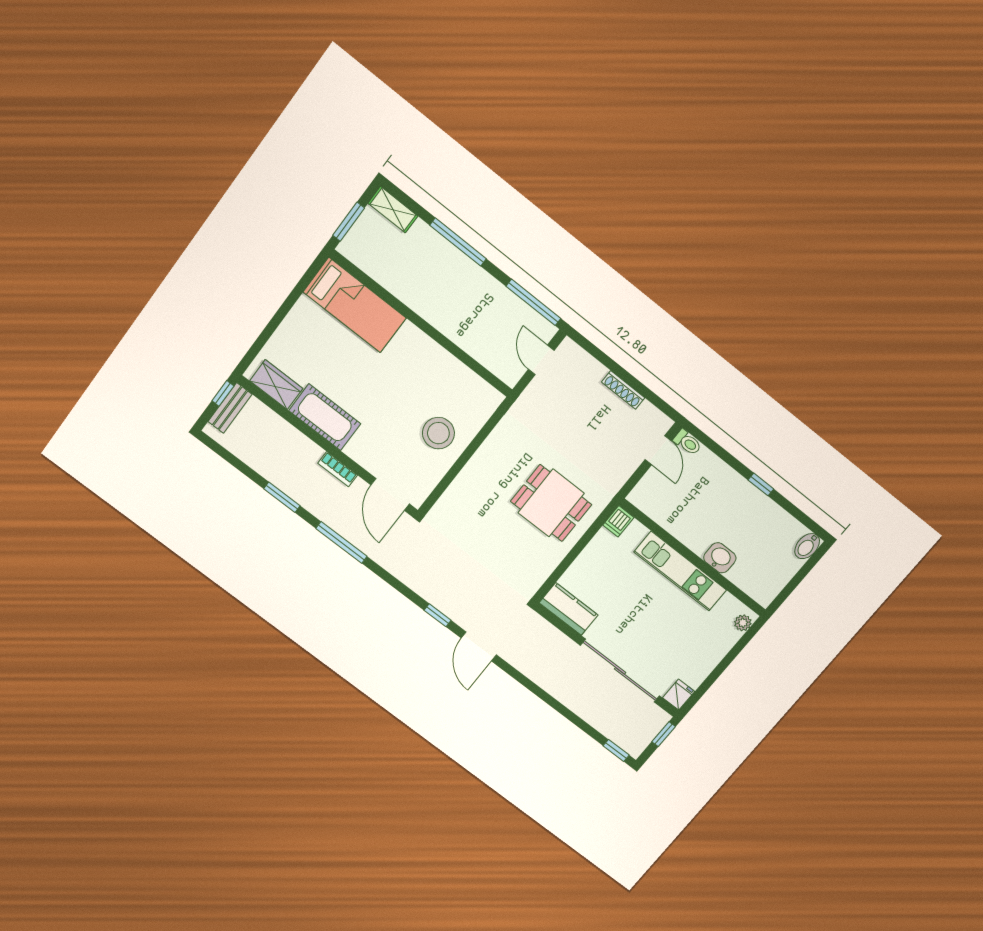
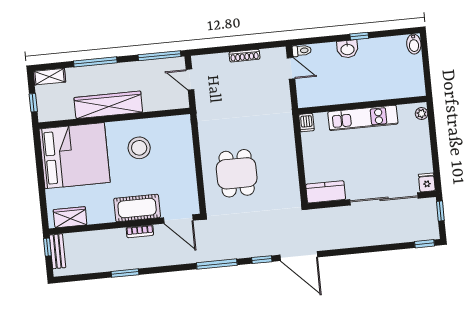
window: (349, 222) -> (33, 103), width x0.67
wardrobe: (429, 303) -> (108, 105), added
bed: (355, 305) -> (75, 156), width x2.04
cot: (325, 417) -> (137, 208), moved
stool: (438, 433) -> (139, 148), moved
dining table: (551, 503) -> (237, 173), moved, turned 90
window: (341, 542) -> (217, 264), moved
washbasin: (720, 558) -> (347, 49), moved, turned 180
door: (479, 646) -> (299, 256), width x1.36

